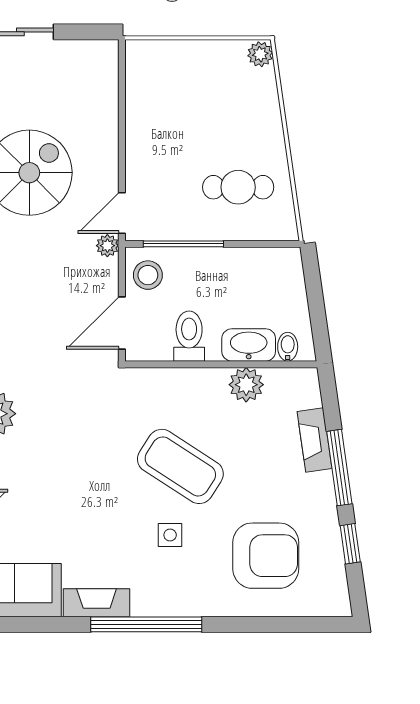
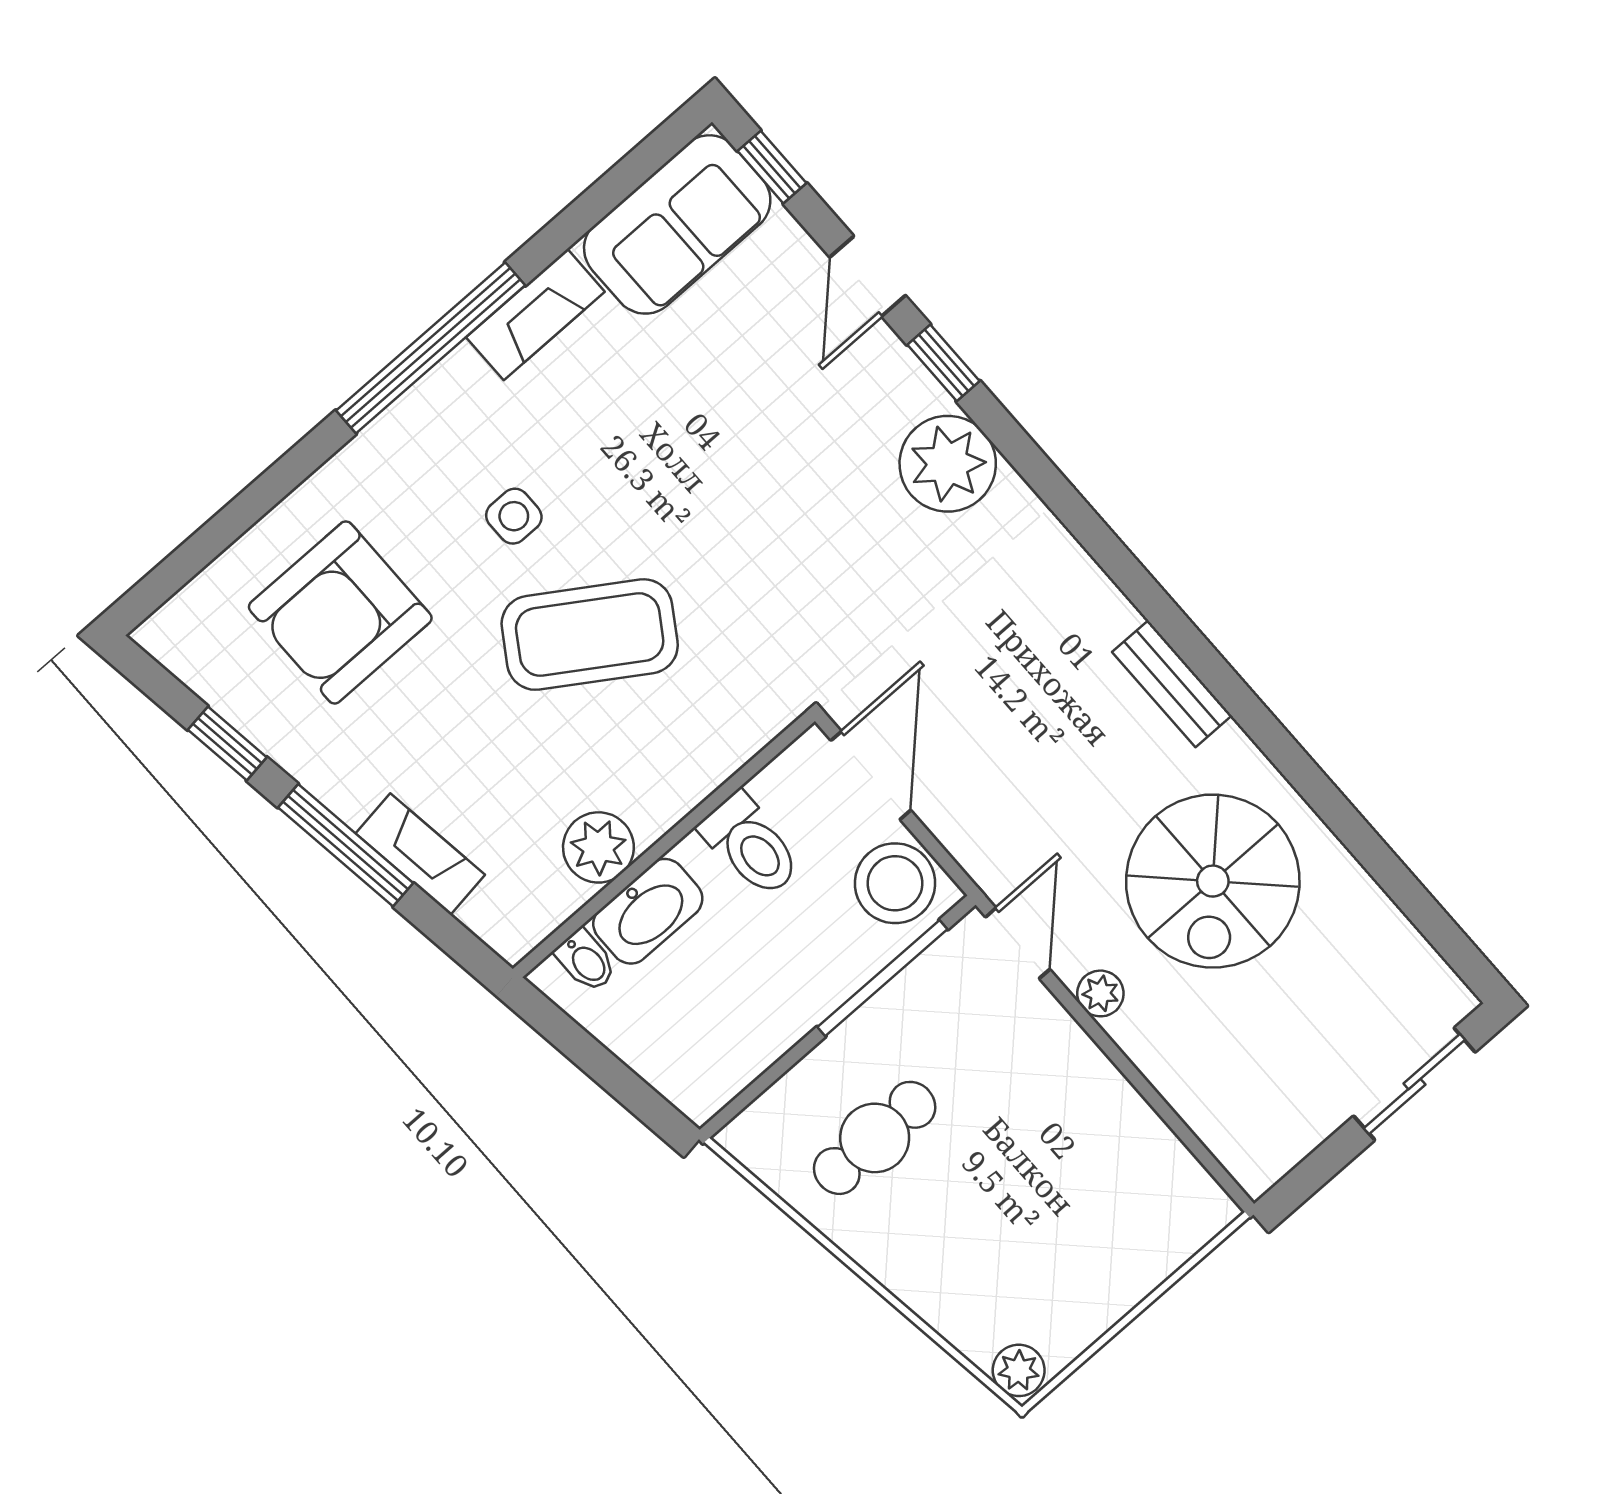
plant: (107, 246) -> (1100, 993), moved
stool: (148, 275) -> (895, 883), width x1.38, depth x1.38

